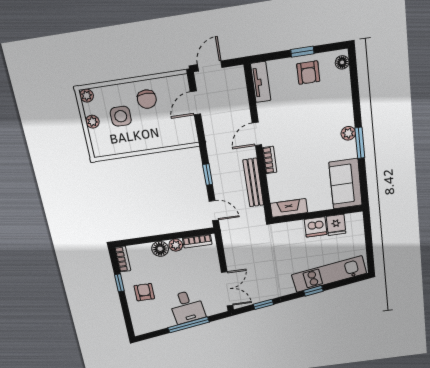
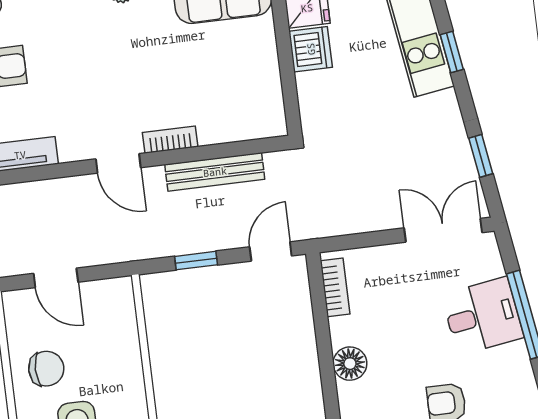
fireplace: (289, 208) -> (269, 103), removed
plant: (176, 245) -> (343, 331), removed

